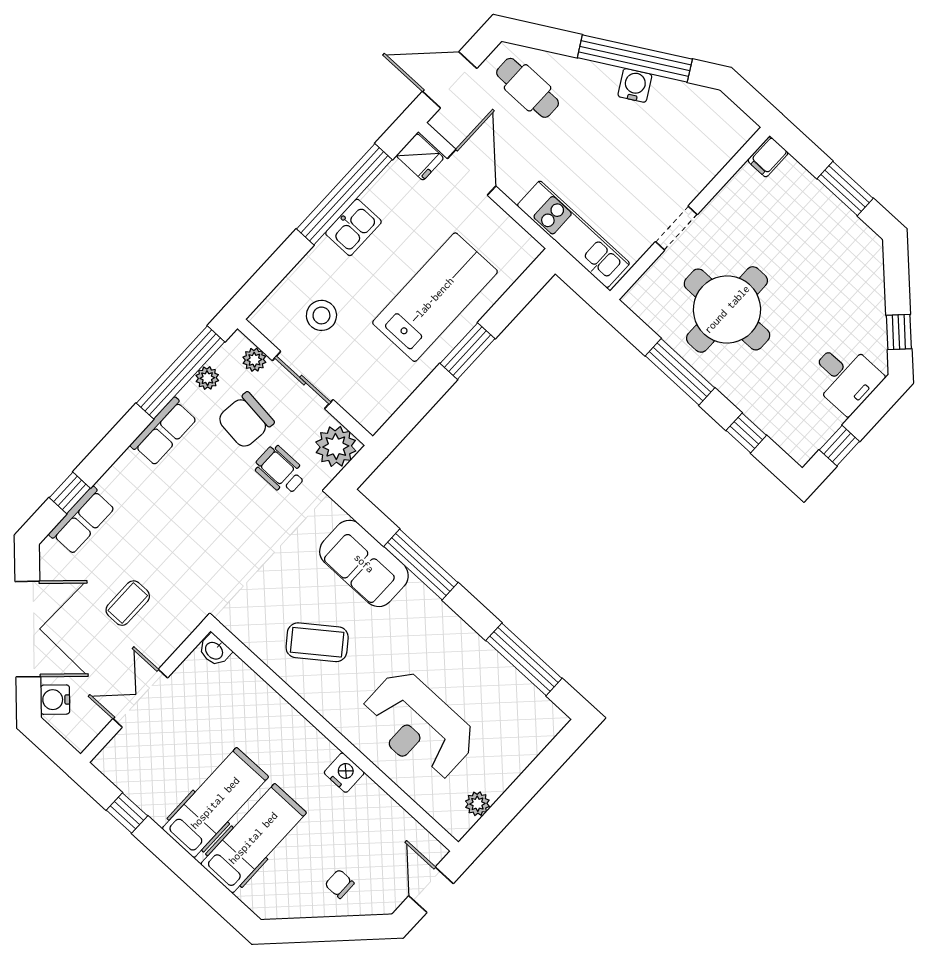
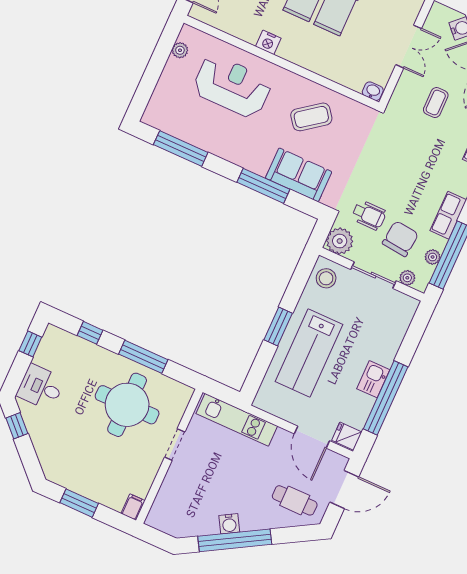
stool: (321, 315) -> (326, 278), moved

